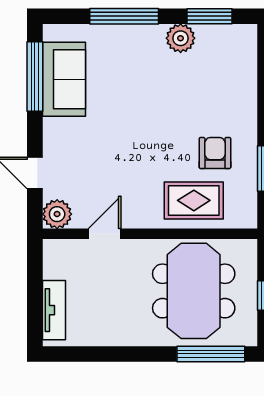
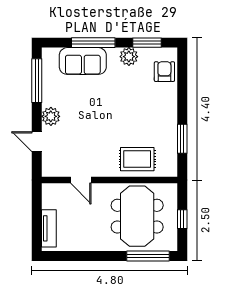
sofa: (64, 79) -> (83, 61), moved, turned 90
armchair: (215, 153) -> (164, 72), moved
plant: (57, 214) -> (51, 116), moved
door: (105, 234) -> (81, 180), swing flipped

